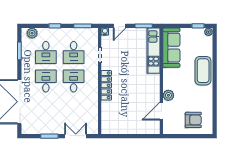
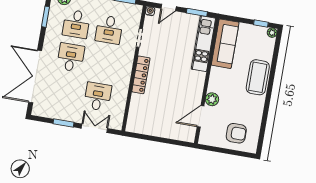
desk: (74, 81) -> (98, 97), moved

